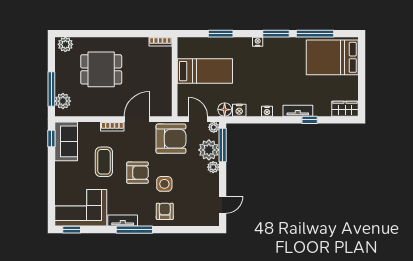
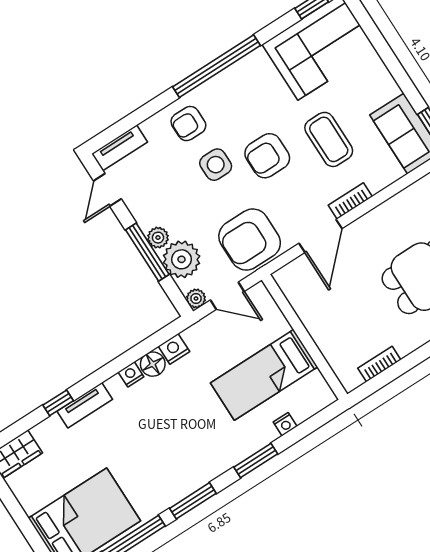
window: (221, 34) -> (256, 460), moved
bookcase: (160, 42) -> (379, 364), moved
nightstand: (258, 42) -> (285, 424), moved
floor lamp: (225, 110) -> (153, 364), moved
window: (223, 145) -> (147, 252), moved
armchair: (165, 211) -> (188, 124), turned 90
tv unit: (123, 221) -> (120, 148), moved
window: (134, 230) -> (216, 66), width x1.46

